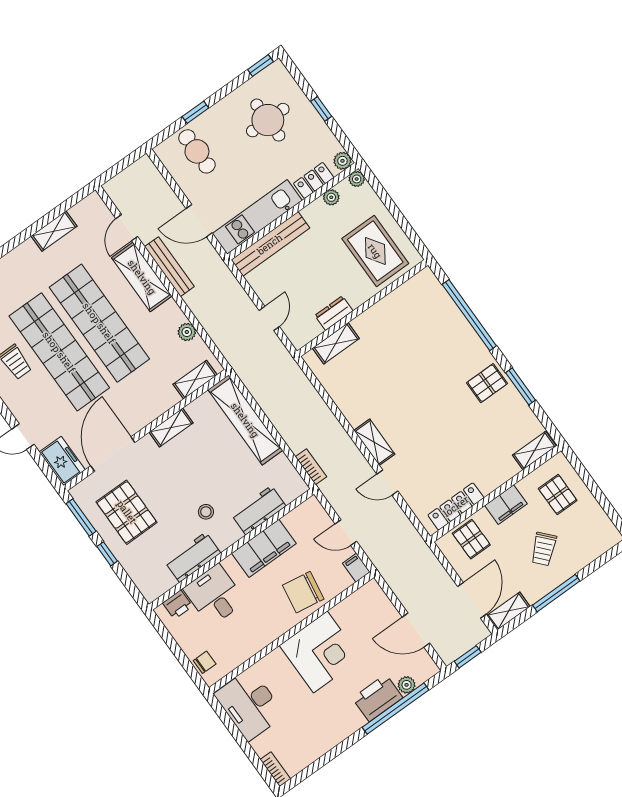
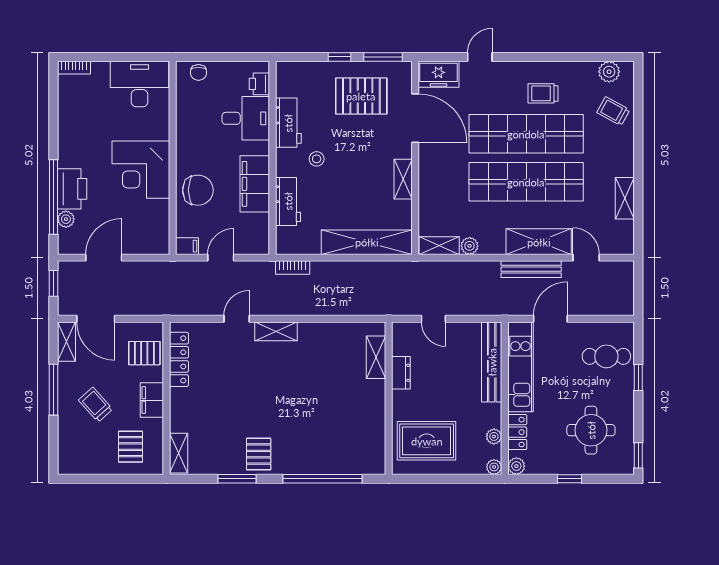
shelving: (195, 380) -> (439, 246), moved, turned 90
pallet: (558, 495) -> (131, 447), turned 90
chair: (303, 592) -> (198, 190), turned 81

